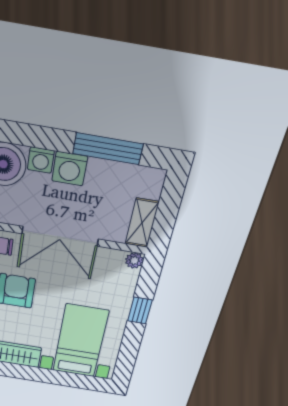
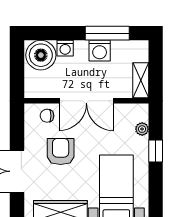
washing machine: (70, 169) -> (100, 51), moved
plant: (134, 260) -> (142, 129), moved

